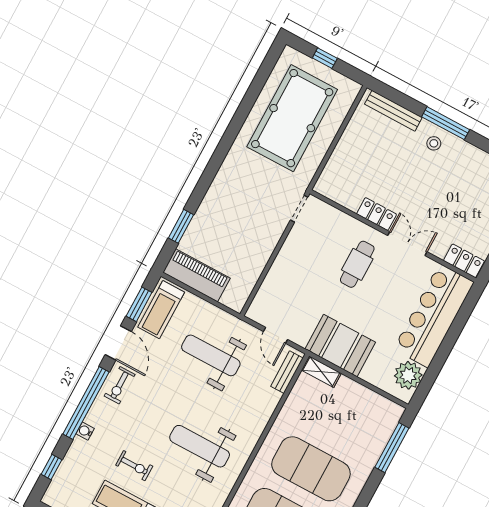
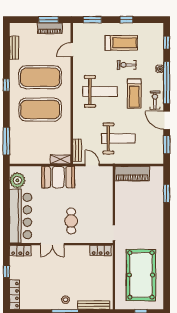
locker: (377, 214) -> (101, 250), moved
piano: (197, 275) -> (132, 174), moved
treadmill: (161, 310) -> (134, 94), moved, turned 180

